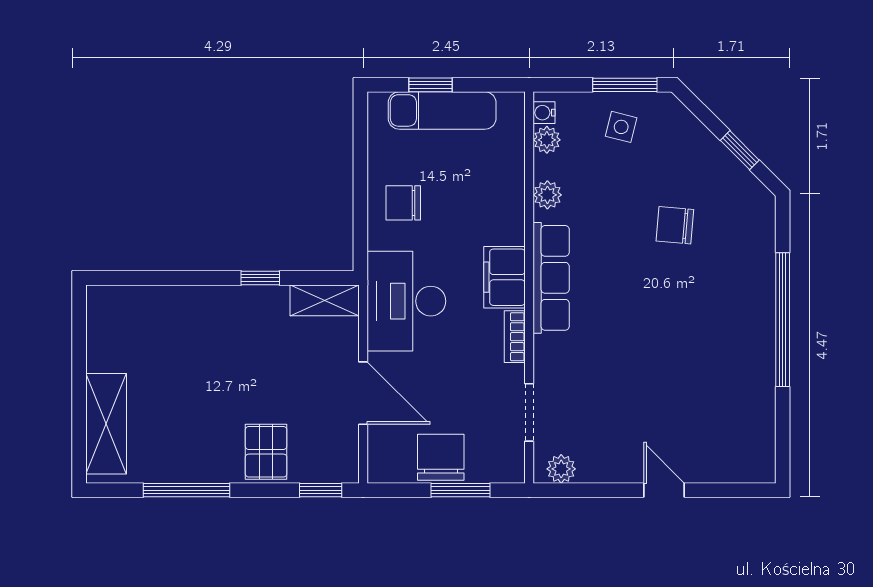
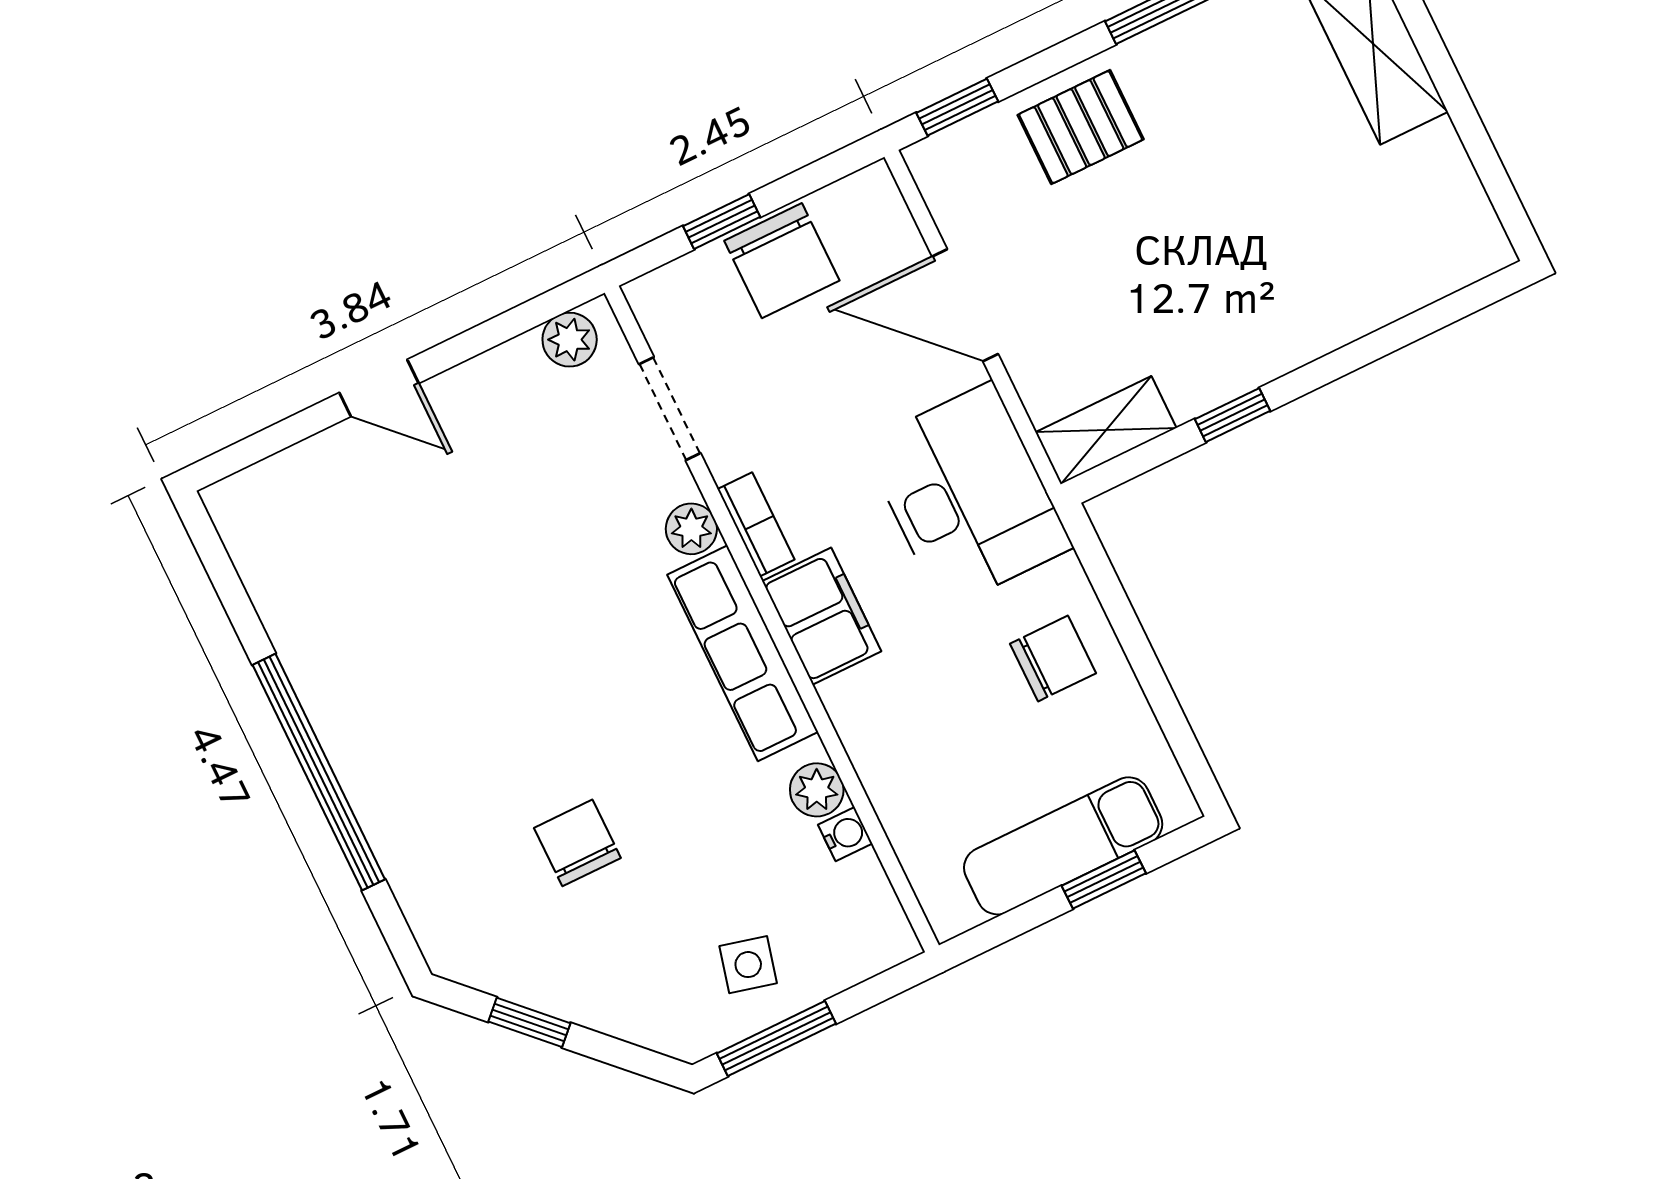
water cooler: (544, 113) -> (845, 834), moved
plant: (547, 140) -> (691, 529), moved
chair: (675, 225) -> (577, 843), turned -95
pallet: (266, 452) -> (1081, 127), turned 90
window: (461, 490) -> (722, 222), width x0.67

